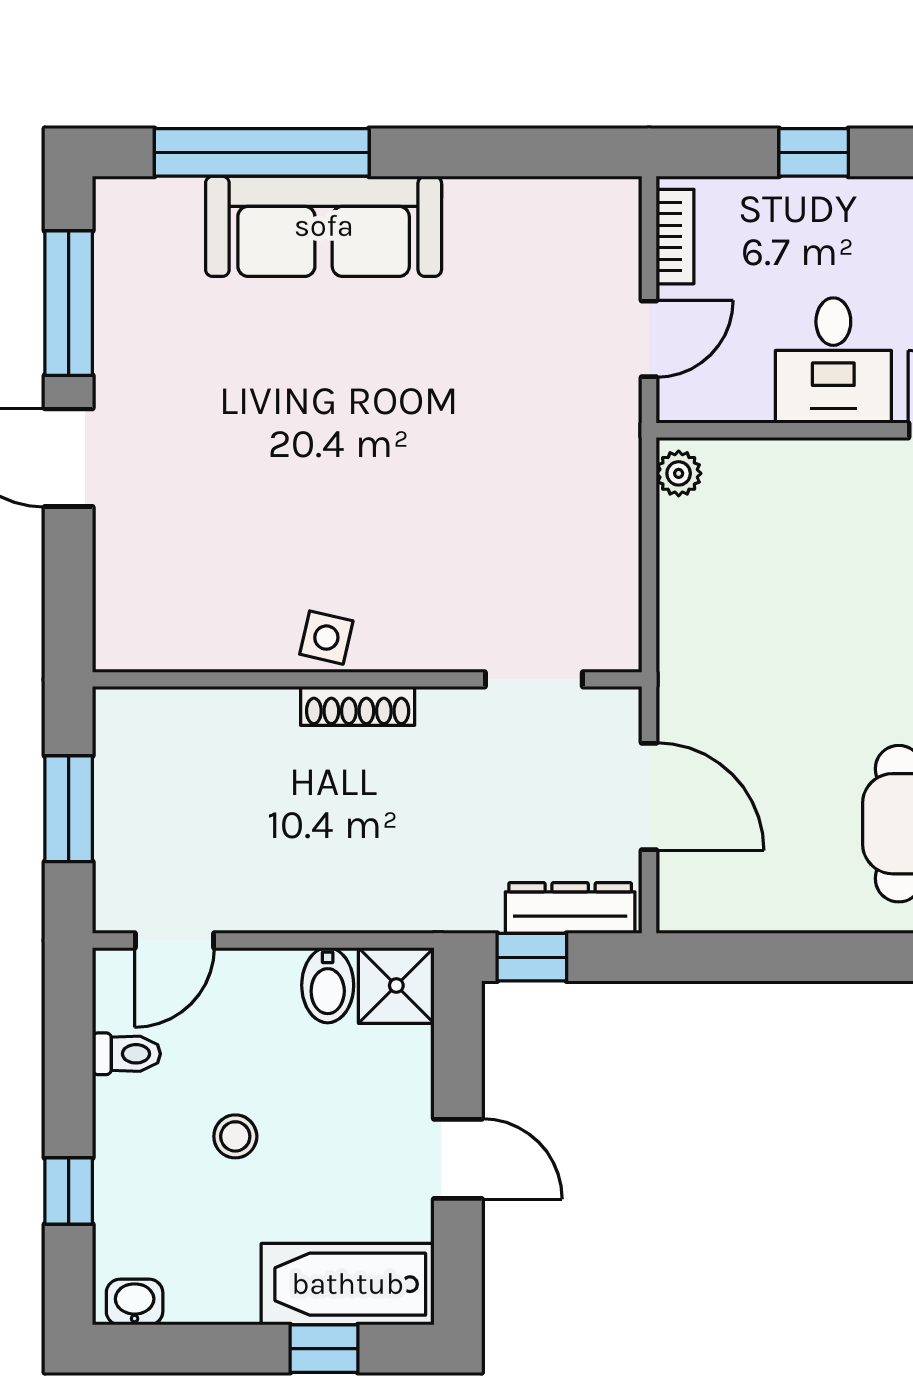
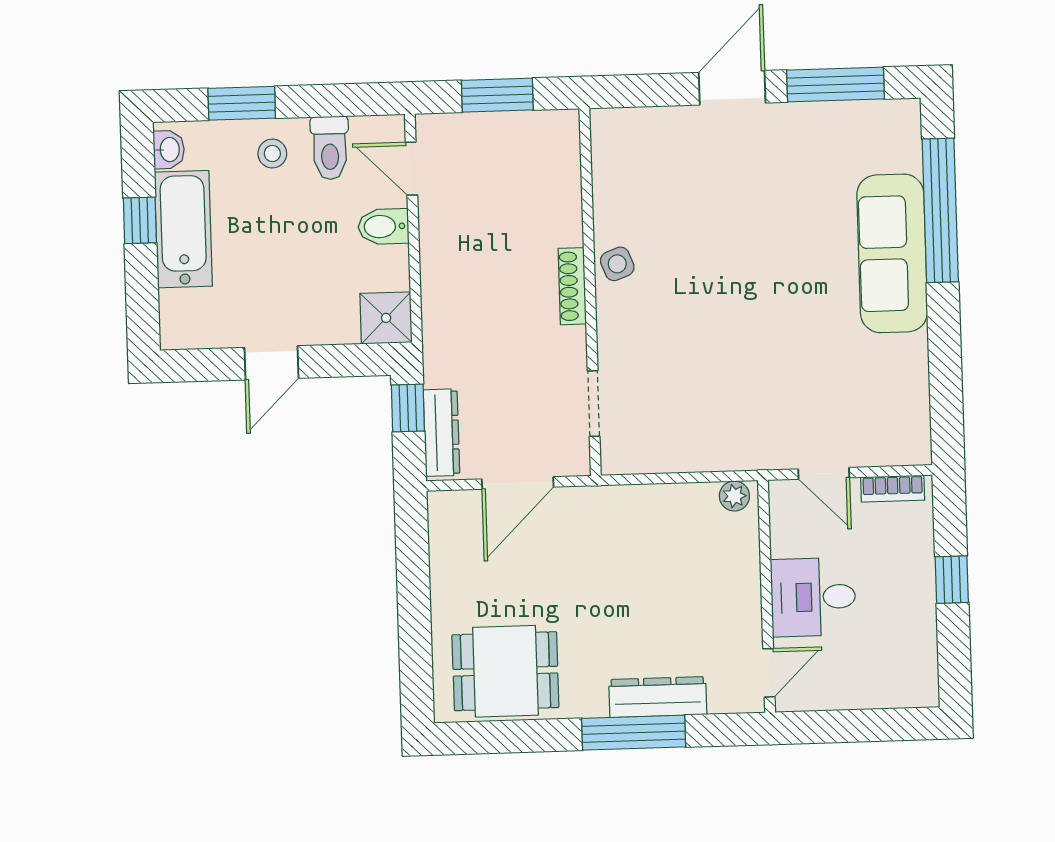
side table: (326, 638) -> (617, 264), turned -34
bidet: (328, 985) -> (383, 226), moved
toilet: (126, 1054) -> (330, 148), width x1.37, depth x1.39
stool: (235, 1136) -> (272, 154), moved
window: (69, 1191) -> (242, 103), width x1.50
bathtub: (348, 1284) -> (183, 229), moved
window: (324, 1349) -> (140, 220), moved

